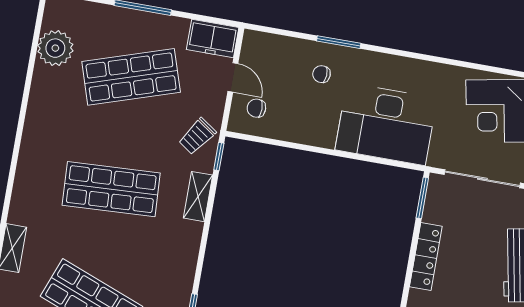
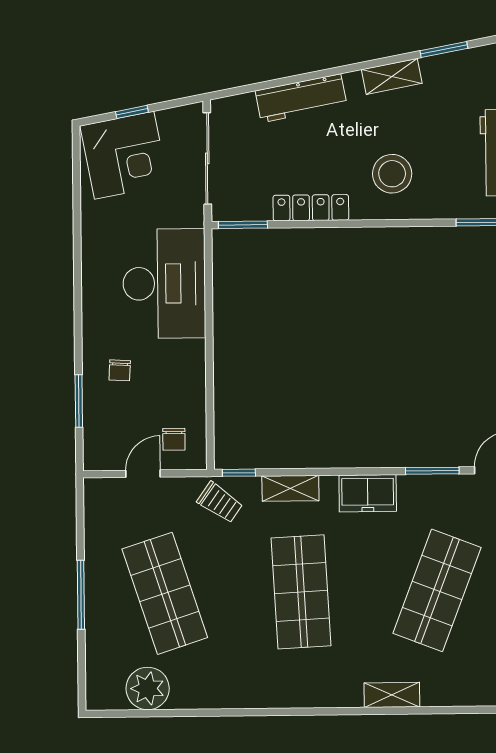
freezer: (213, 39) -> (368, 493), moved, turned 90
window: (339, 42) -> (79, 401), moved

